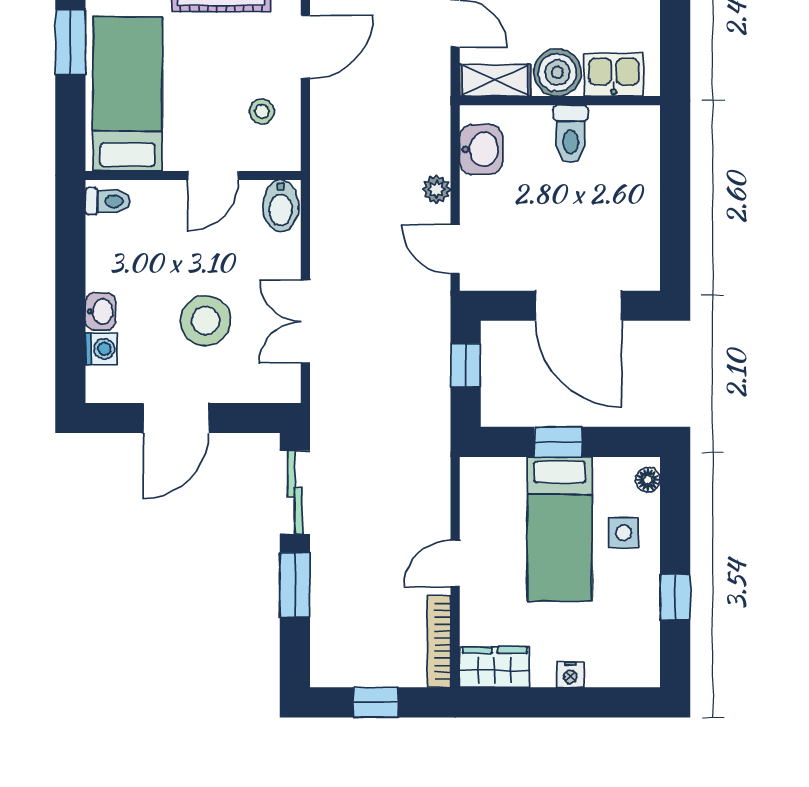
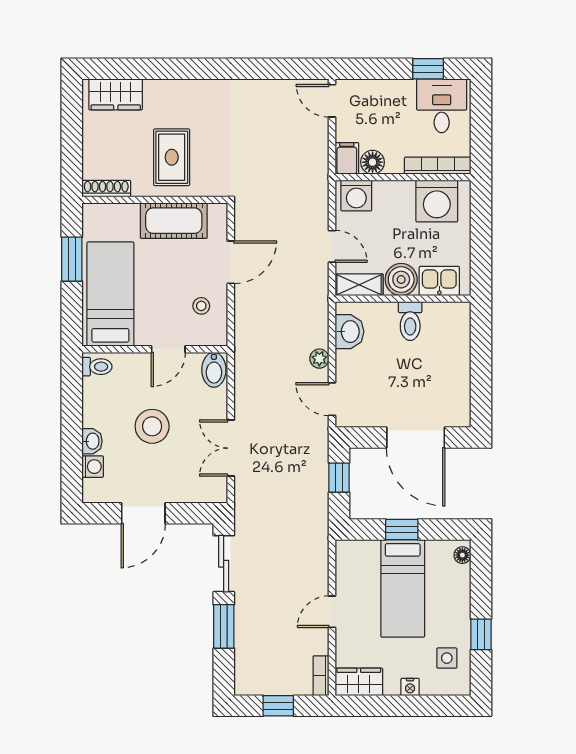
stool: (205, 321) -> (152, 426), moved
side table: (624, 533) -> (447, 658), moved
bookcase: (439, 641) -> (321, 676), width x0.64

